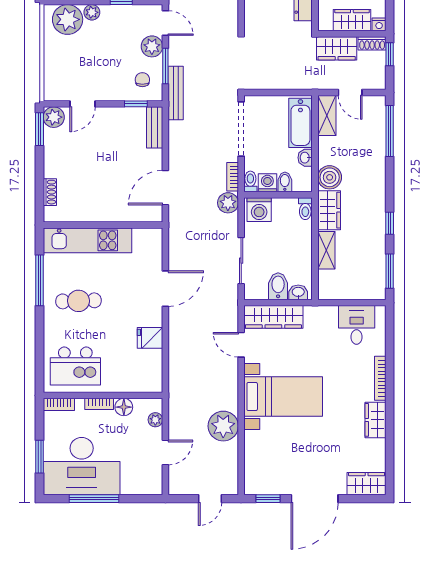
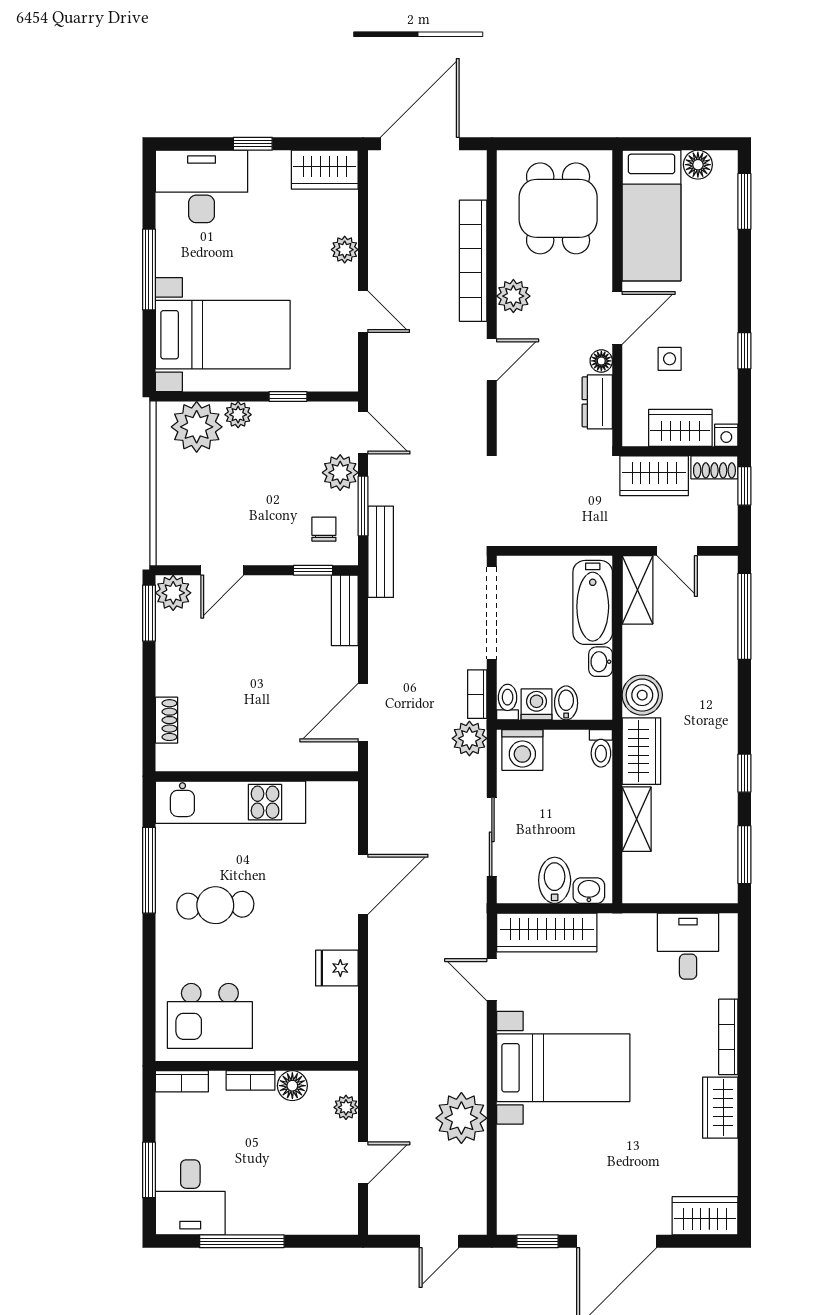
desk: (82, 466) -> (190, 1197), width x0.53, depth x0.77

